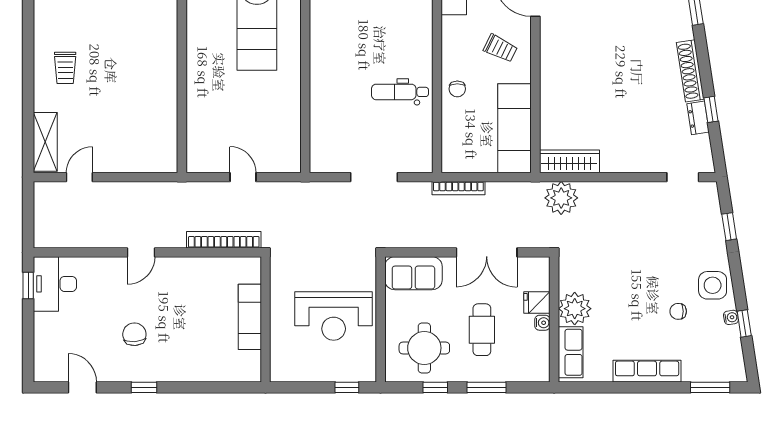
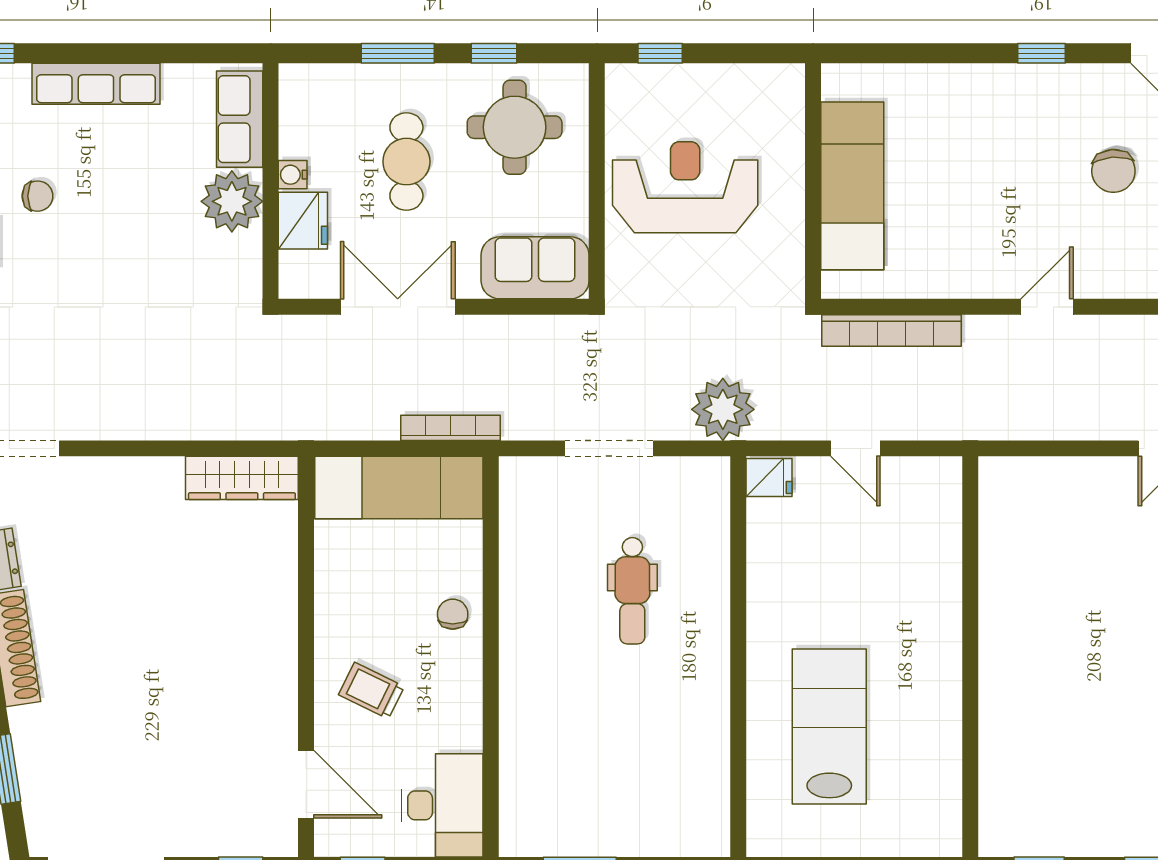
dental chair: (400, 92) -> (632, 591), moved, turned 90
exam couch: (514, 128) -> (399, 488), moved, turned 90
fridge: (289, 162) -> (769, 477), added
plant: (561, 198) -> (723, 409), moved
fridge: (537, 303) -> (303, 221), width x1.38
exam couch: (250, 317) -> (852, 186), width x1.36, depth x1.45
chair: (134, 334) -> (1113, 171), moved

